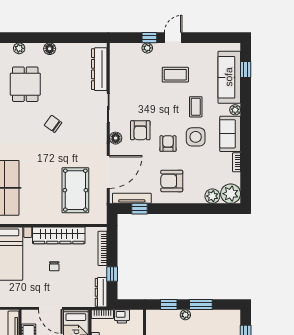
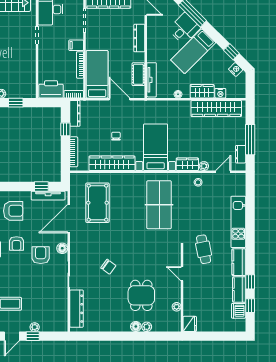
floor lamp: (50, 49) -> (136, 326), moved
chair: (53, 124) -> (108, 267), moved
printer: (122, 316) -> (51, 89), width x1.87, depth x1.48

